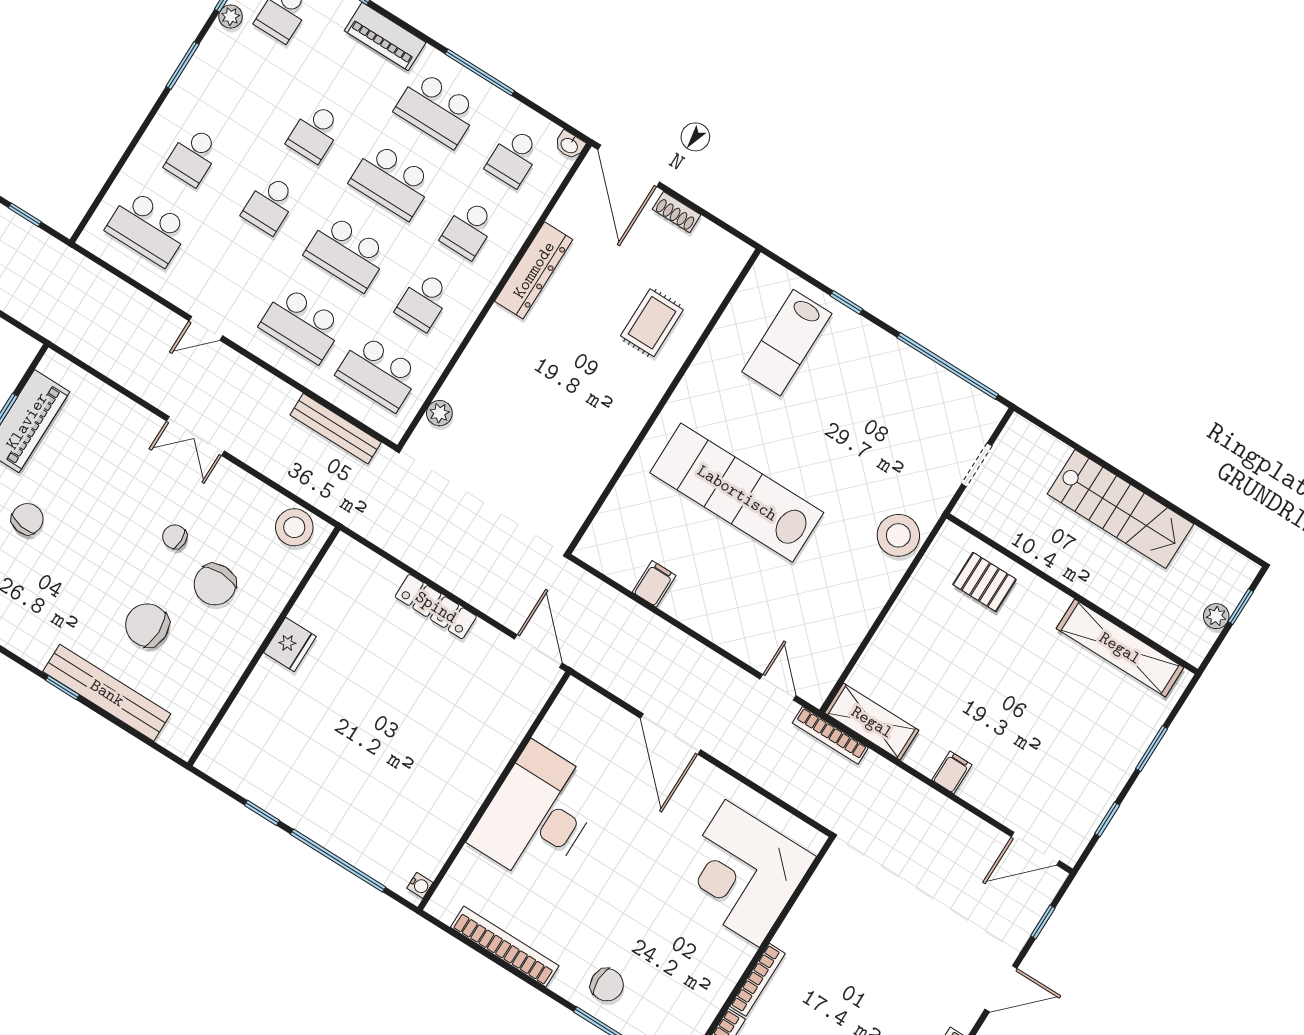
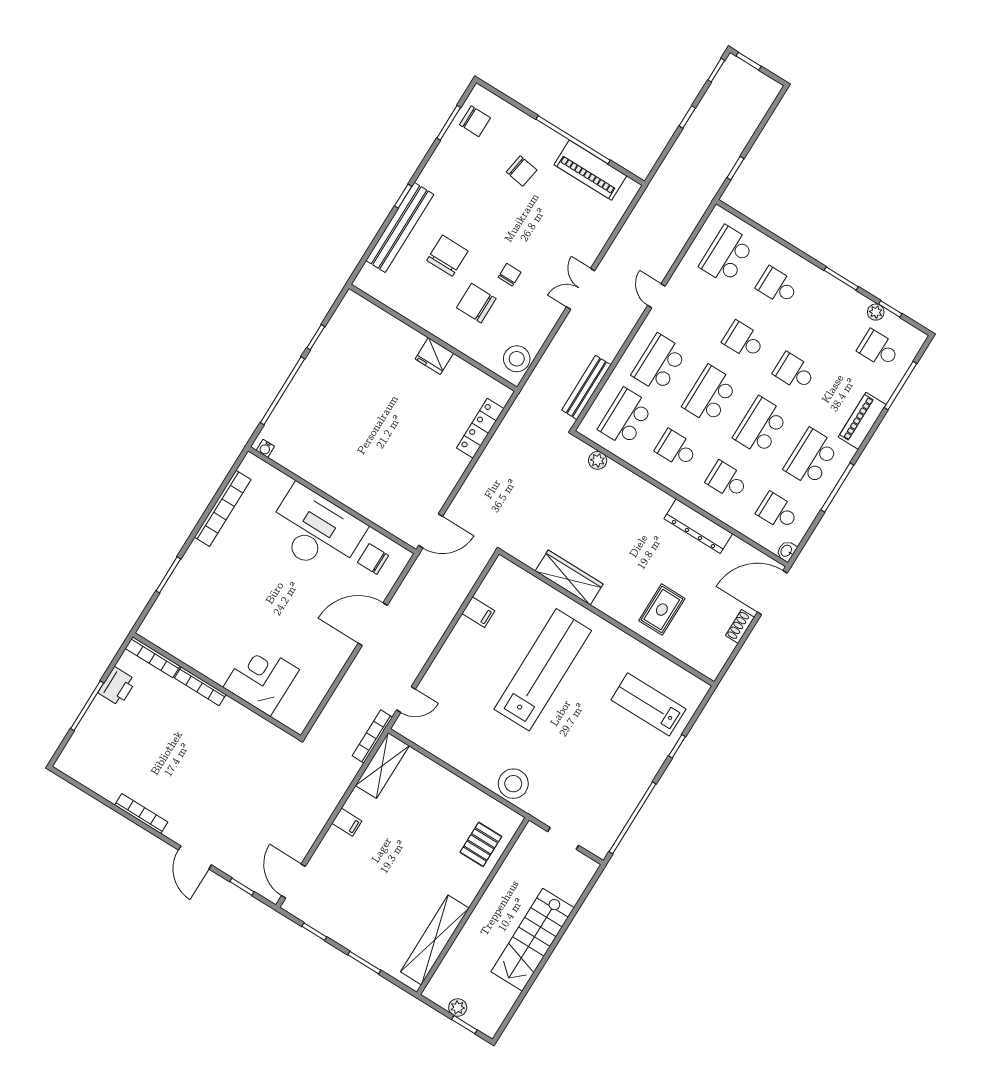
rug: (652, 323) -> (662, 610), turned 90
wardrobe: (606, 454) -> (569, 578), added
locker: (436, 607) -> (480, 428), moved
corner desk: (742, 873) -> (261, 678), width x0.74, depth x0.74
chair: (607, 985) -> (373, 559), moved, turned 90

